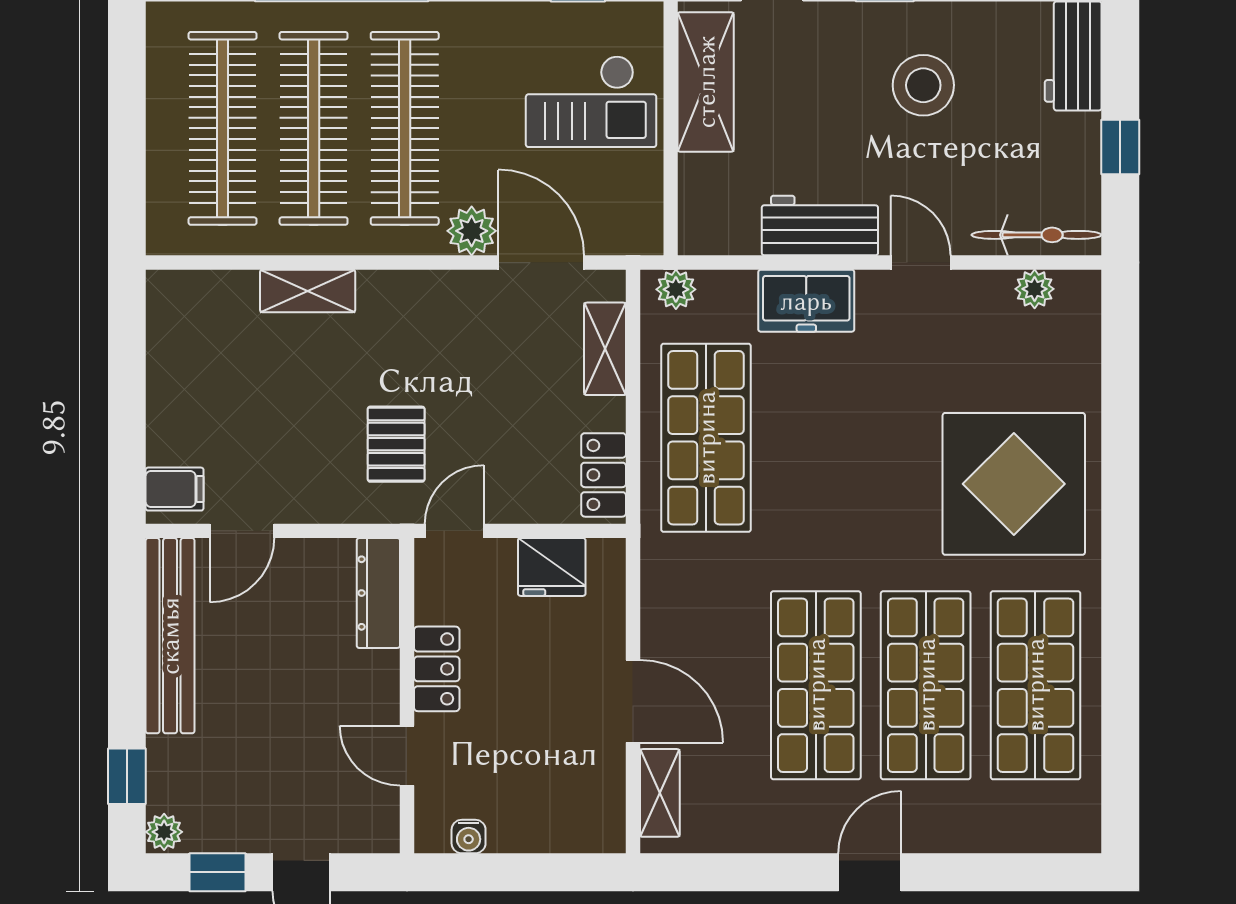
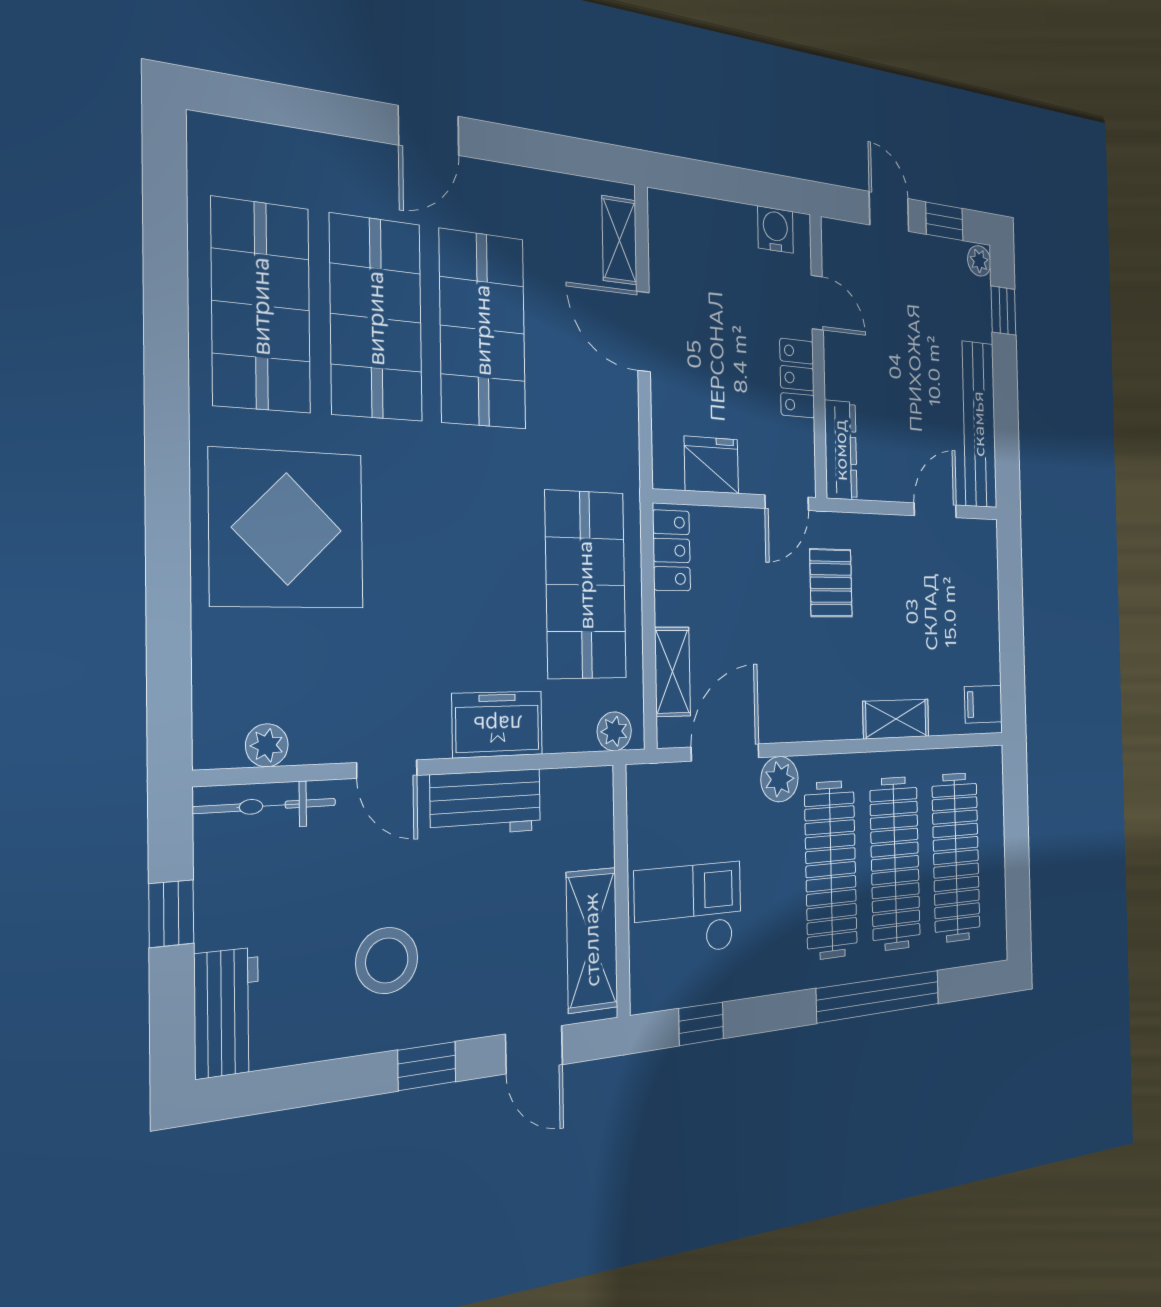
door: (541, 263) -> (725, 752), swing flipped
filing cabinet: (175, 489) -> (983, 704), moved
water cooler: (469, 837) -> (775, 230), width x1.38, depth x1.38

